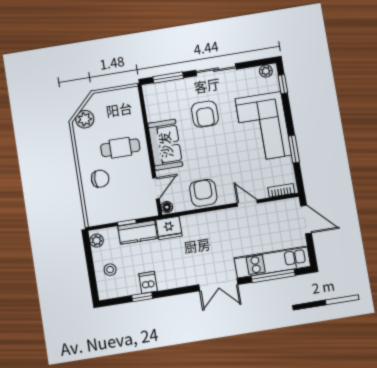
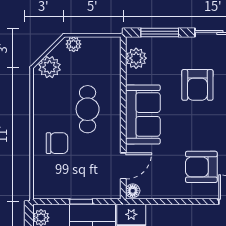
plant: (101, 98) -> (74, 44), added
plant: (153, 101) -> (136, 58), added
cafe table: (120, 148) -> (88, 109), turned 90
armchair: (203, 193) -> (201, 167), moved, turned -90

